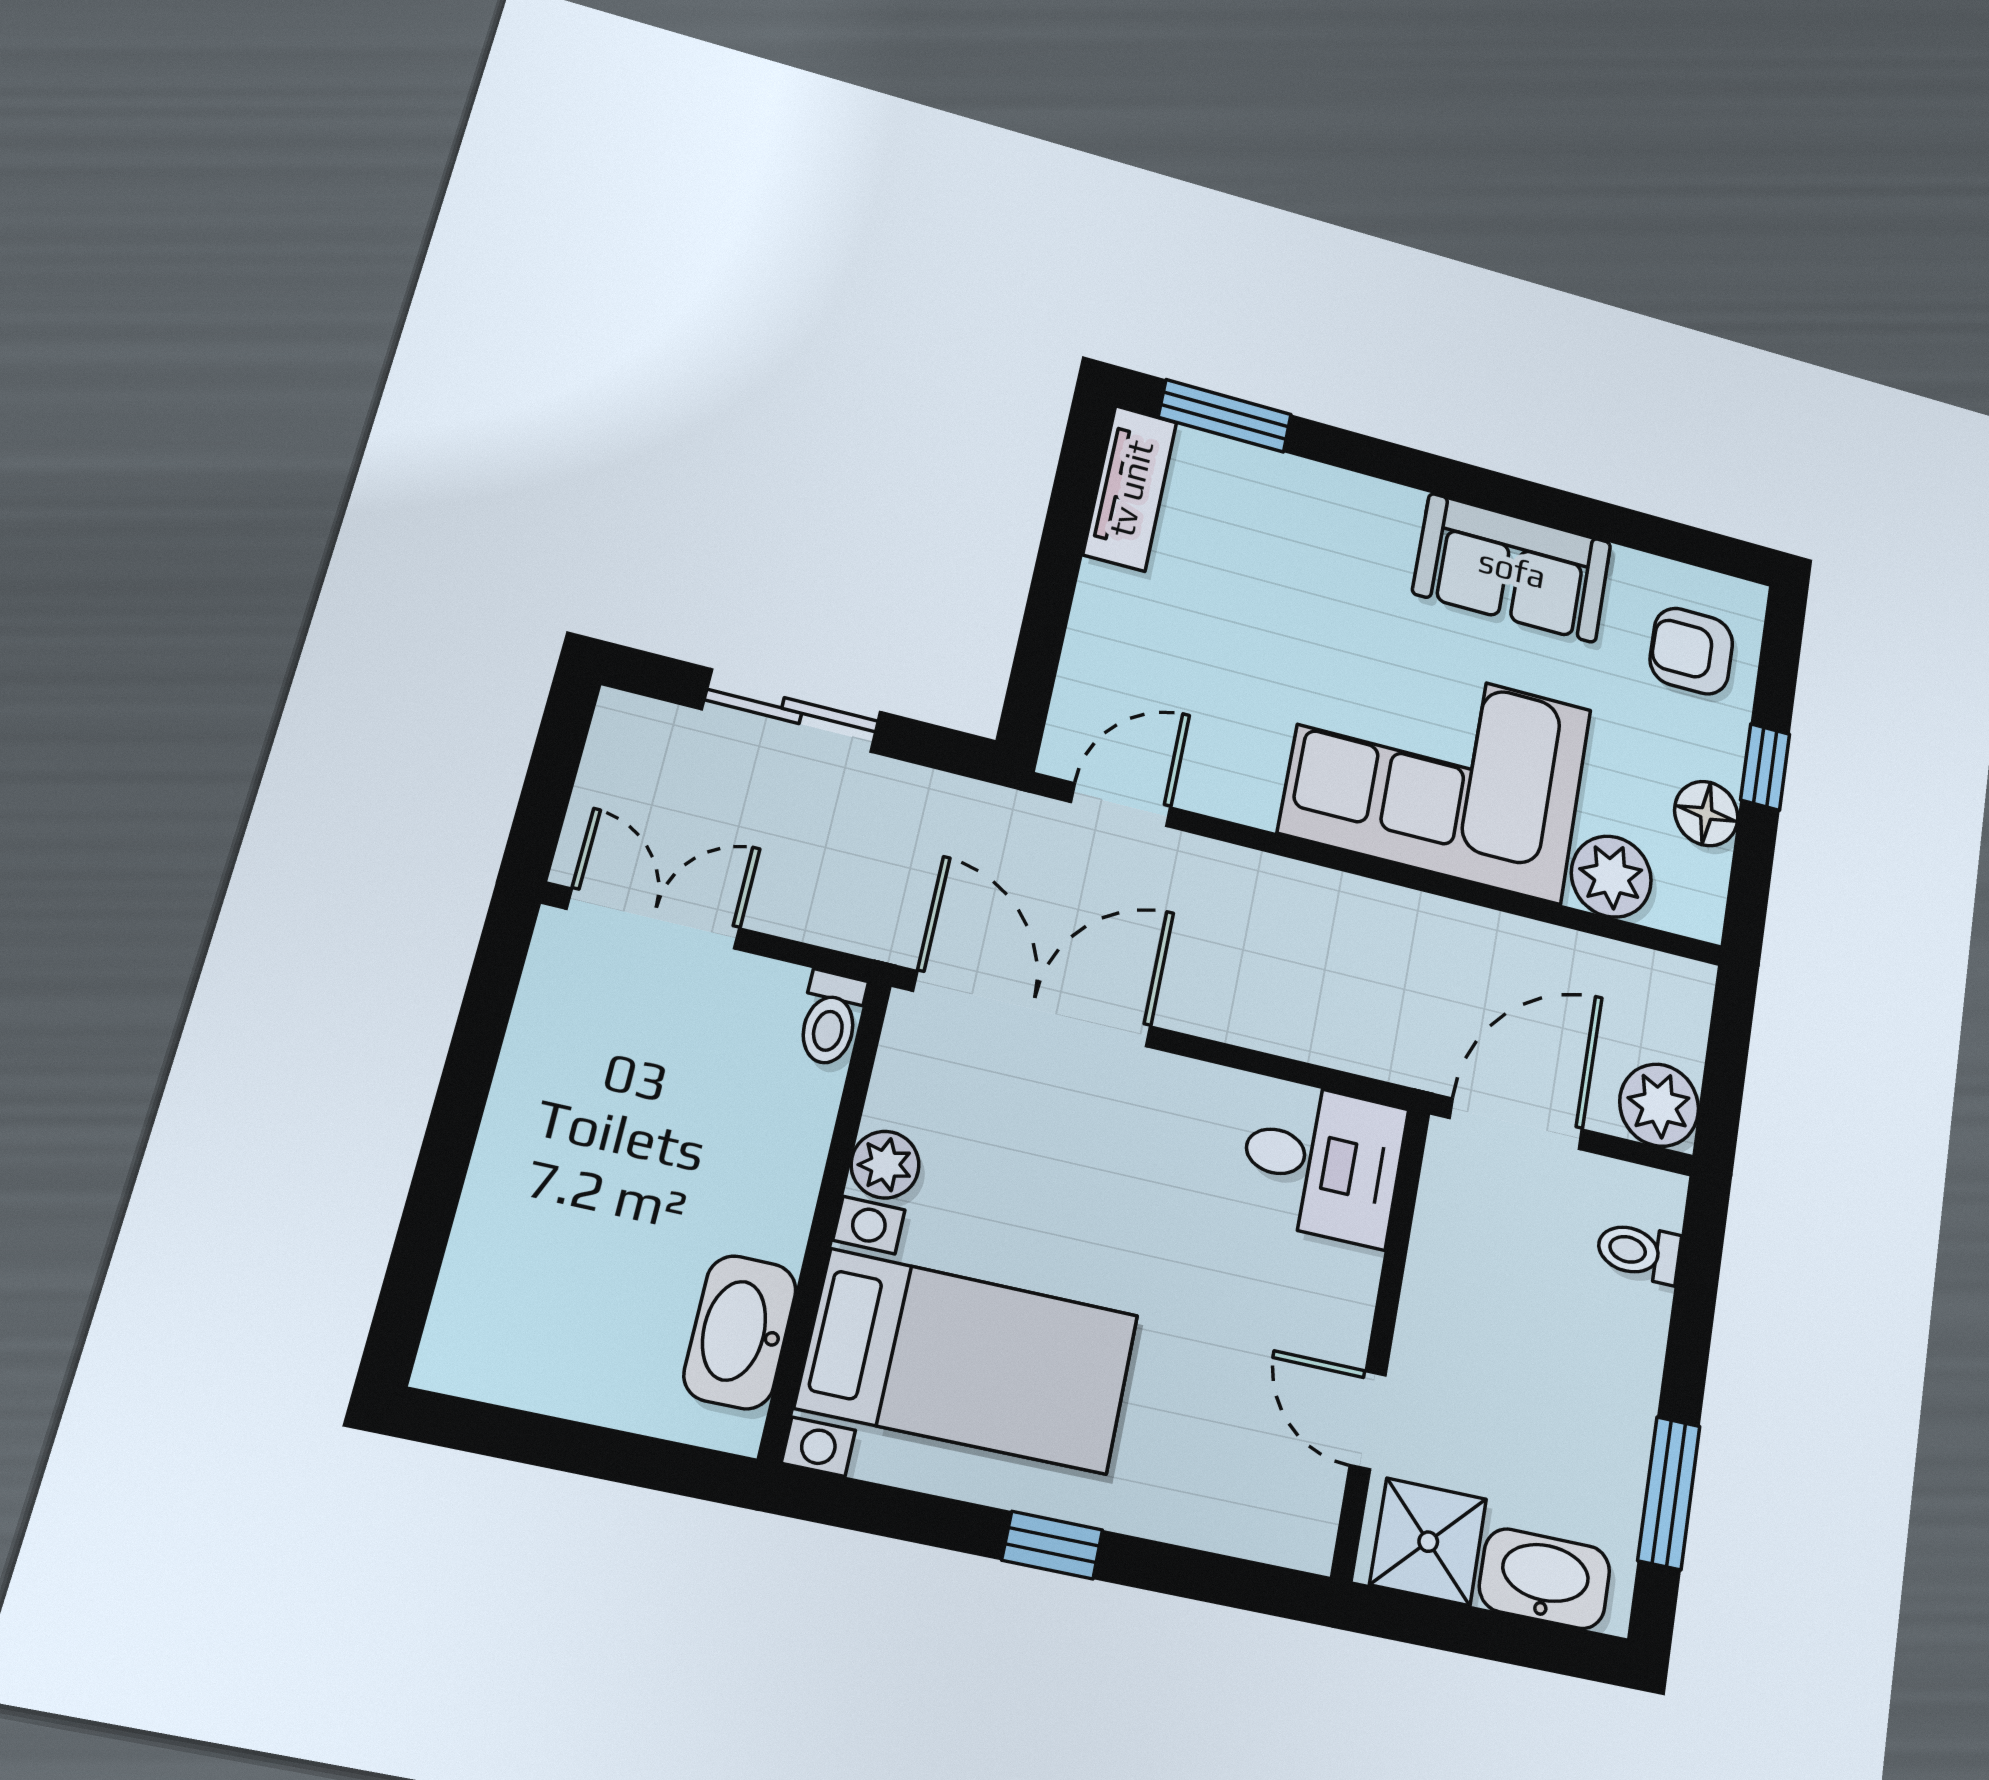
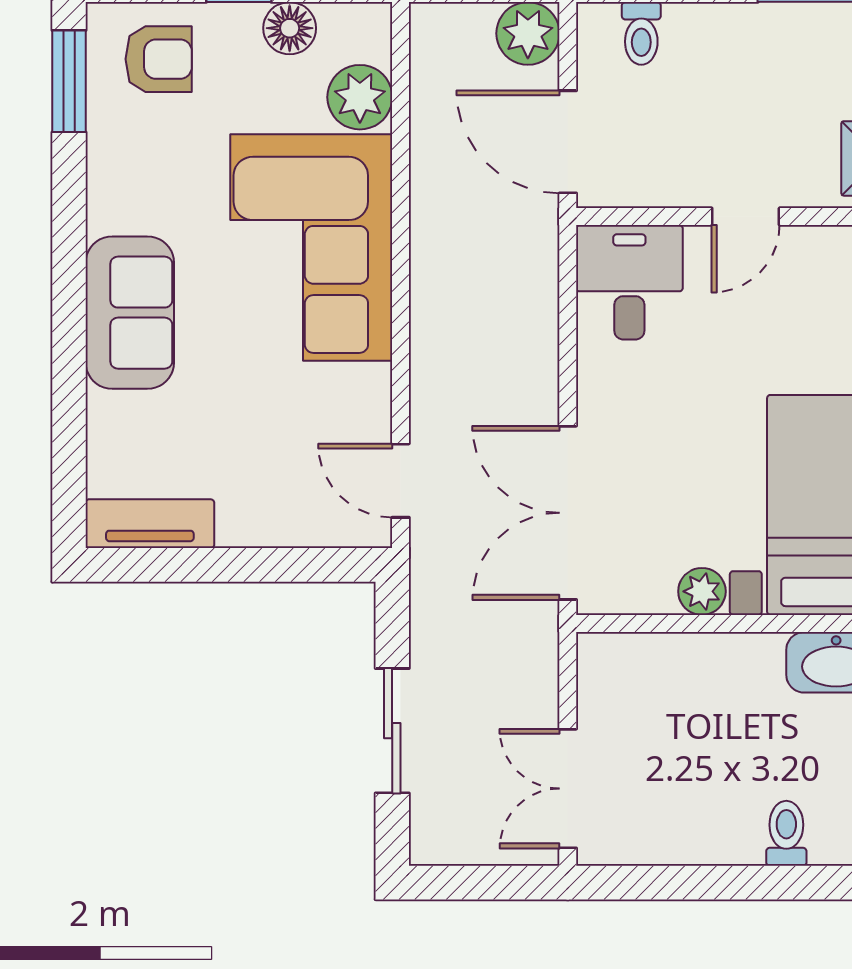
window: (1225, 416) -> (69, 81), moved
sofa: (1512, 568) -> (130, 313), moved
armchair: (1691, 651) -> (159, 59), turned -90
toilet: (831, 1019) -> (786, 833), moved, turned -90
door: (1368, 1420) -> (746, 217), moved

